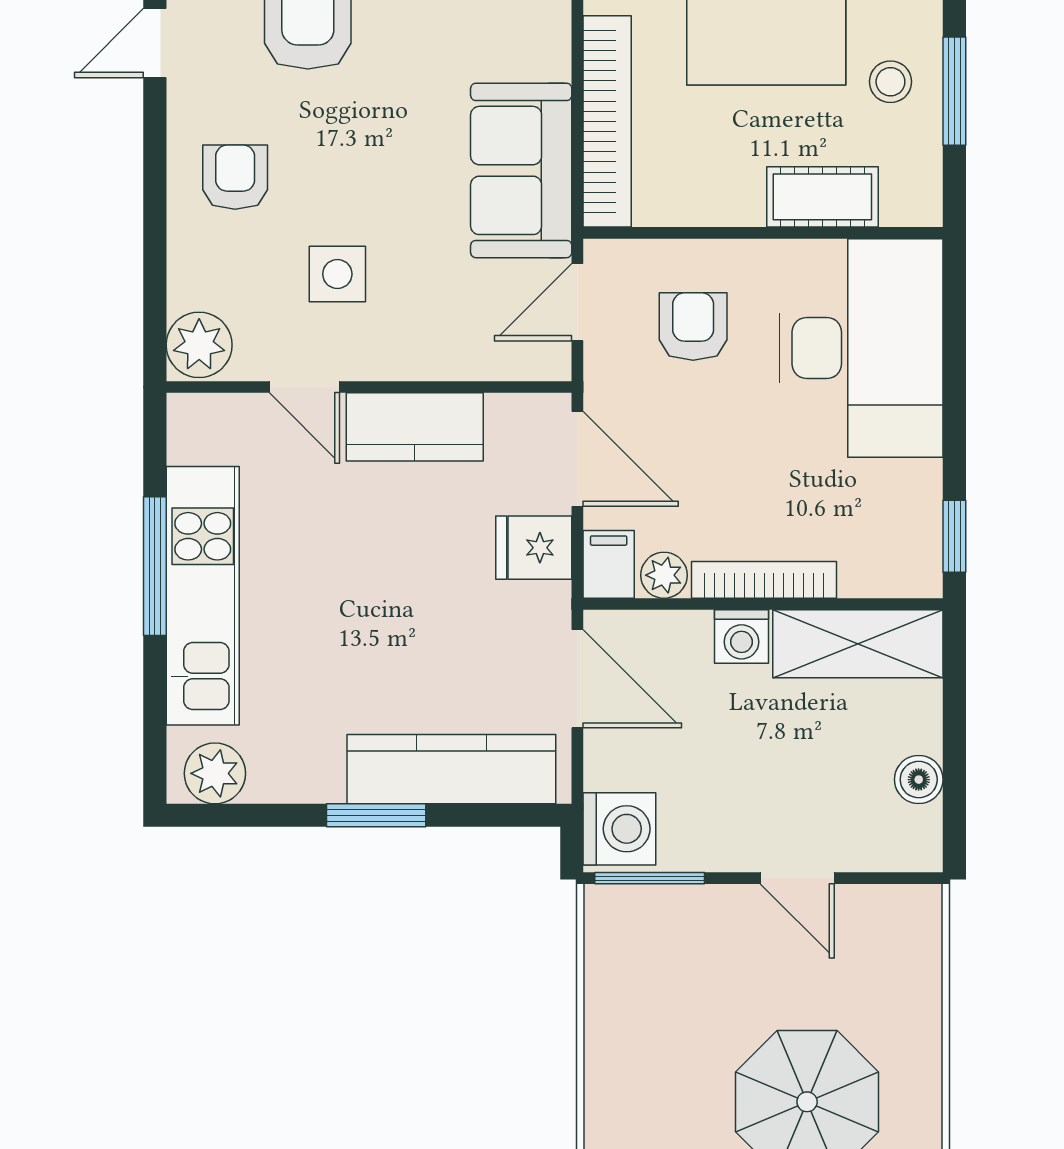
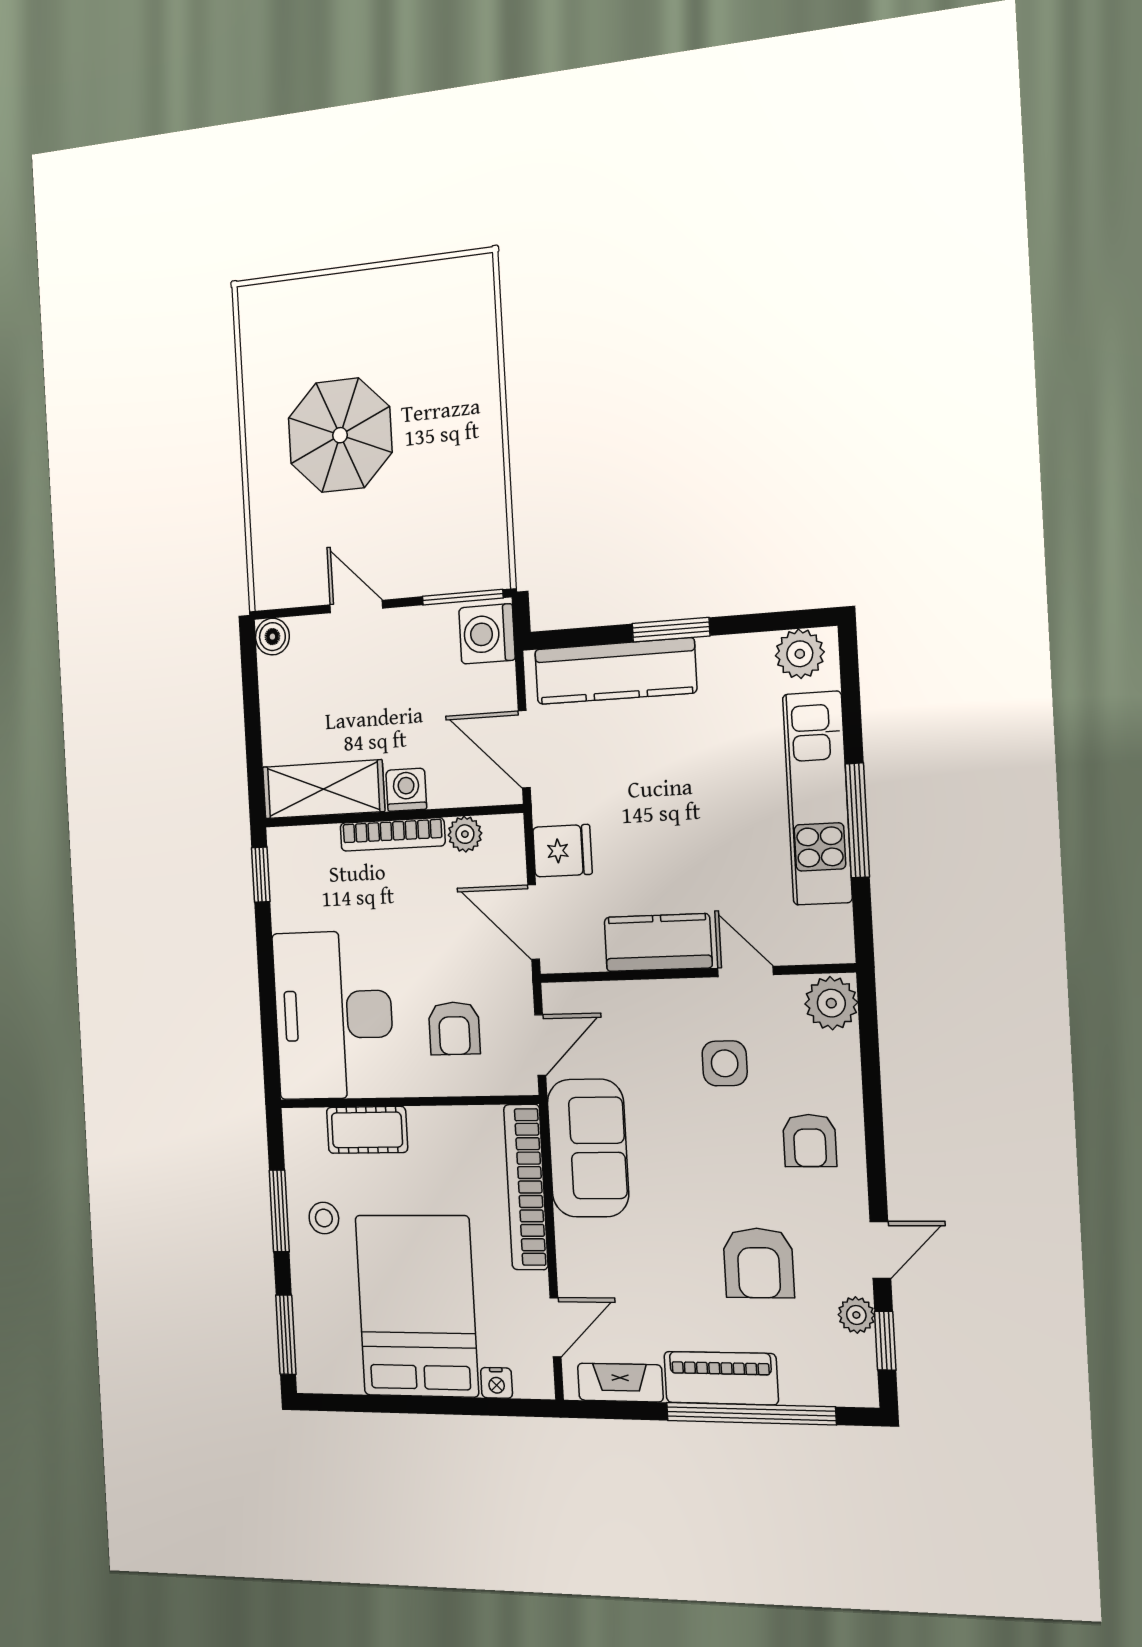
filing cabinet: (609, 564) -> (506, 840), removed
boiler: (919, 780) -> (272, 637), moved

